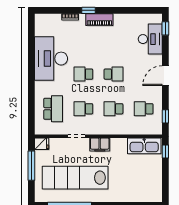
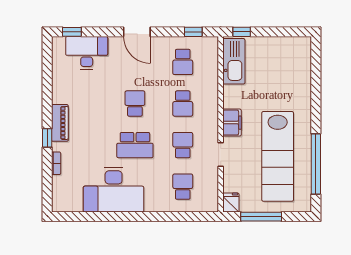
school desk: (83, 74) -> (135, 145), width x1.85
school desk: (53, 109) -> (183, 187), width x0.54
school desk: (83, 109) -> (183, 145), turned 180

